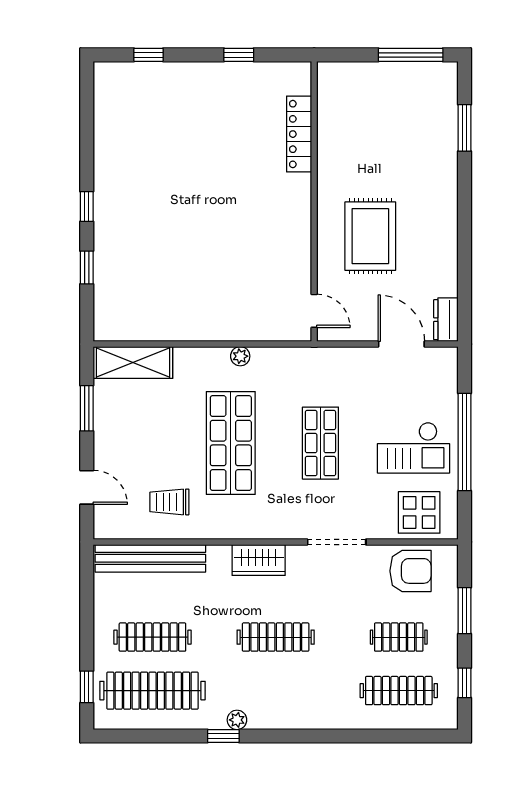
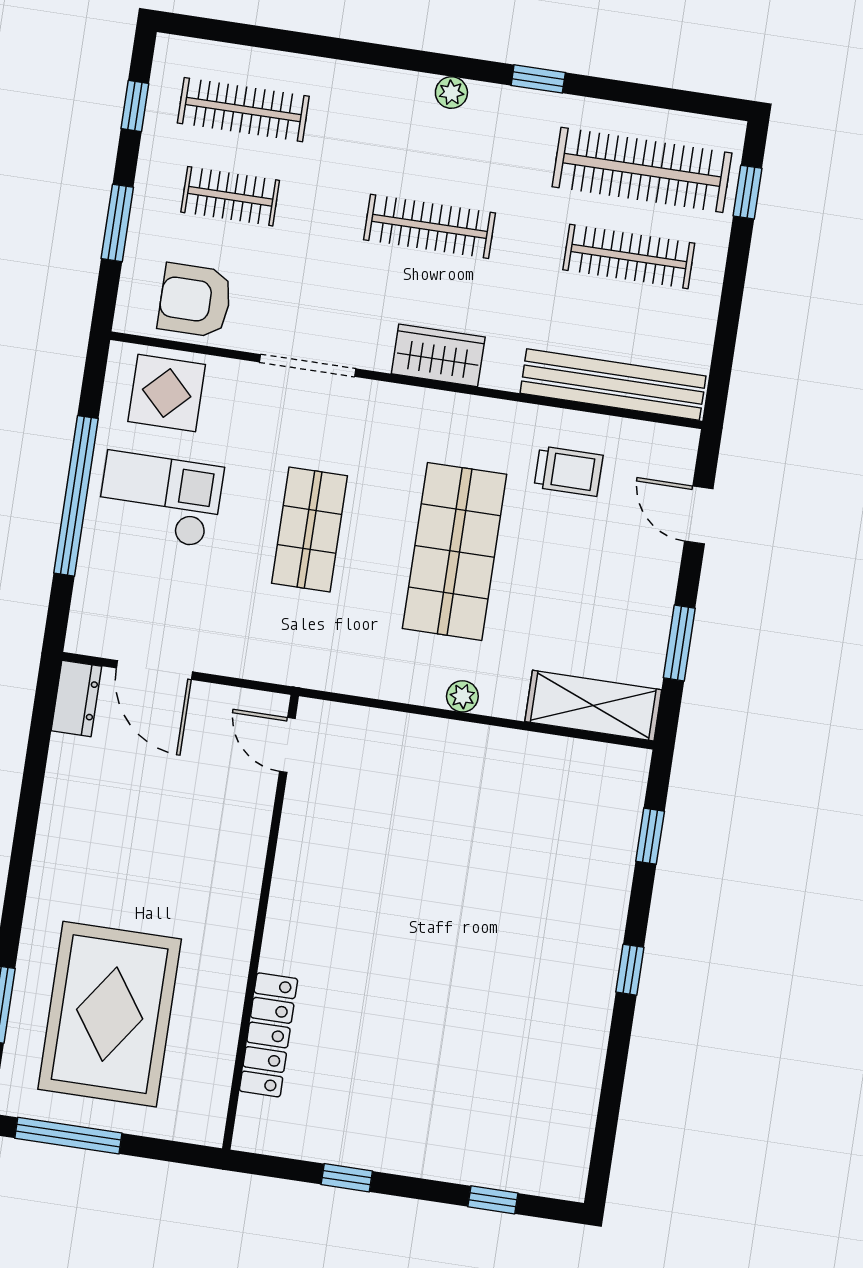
rug: (370, 236) -> (110, 1014), moved, width x1.37, depth x1.44
window: (87, 267) -> (650, 836), moved
plant: (240, 356) -> (462, 696), moved
plant: (237, 720) -> (451, 93), moved

